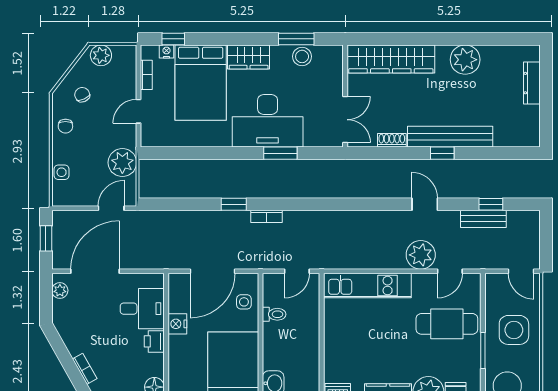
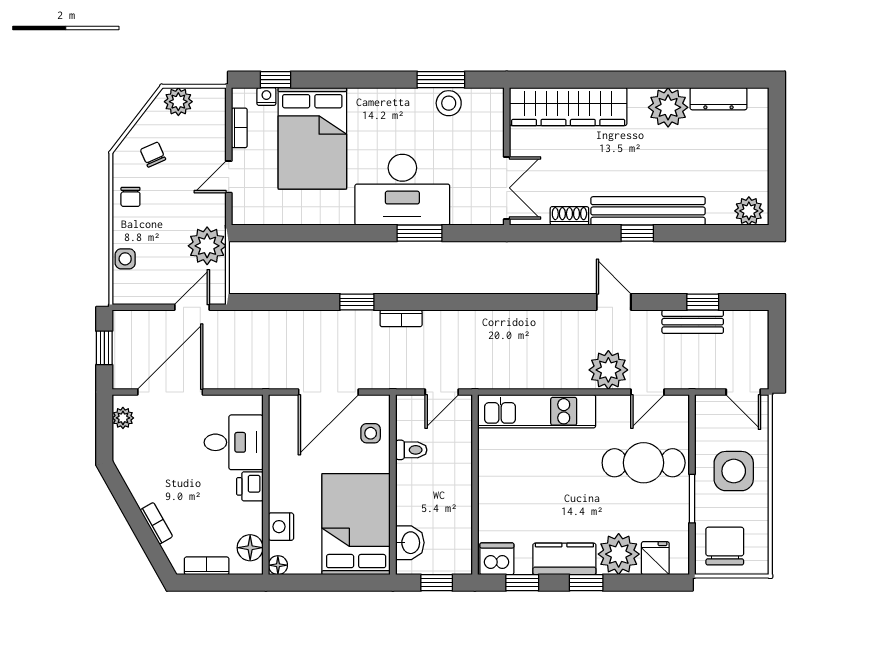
wardrobe: (249, 57) -> (377, 104), removed
dresser: (532, 83) -> (718, 99), moved, turned -90
plant: (525, 137) -> (749, 211), added
nightstand: (177, 324) -> (281, 527), moved

